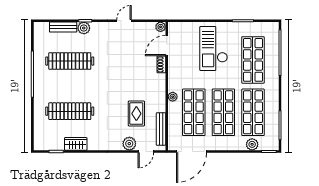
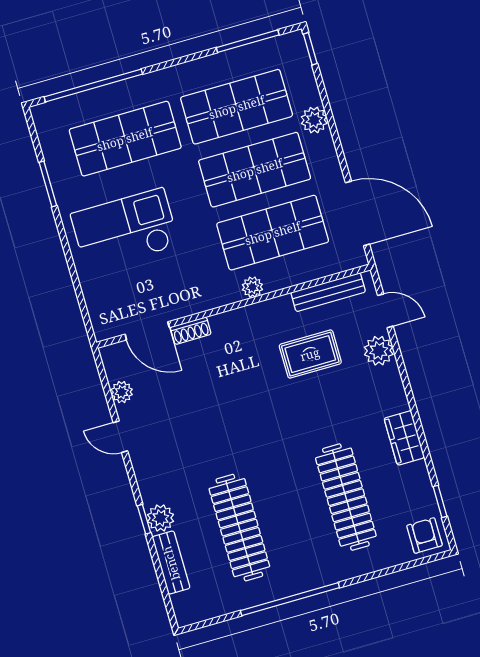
plant: (161, 27) -> (122, 392), moved
checkout: (214, 48) -> (125, 229), turned 180
armchair: (43, 141) -> (425, 536), added
wardrobe: (76, 144) -> (404, 438), moved
plant: (252, 144) -> (314, 120), moved

